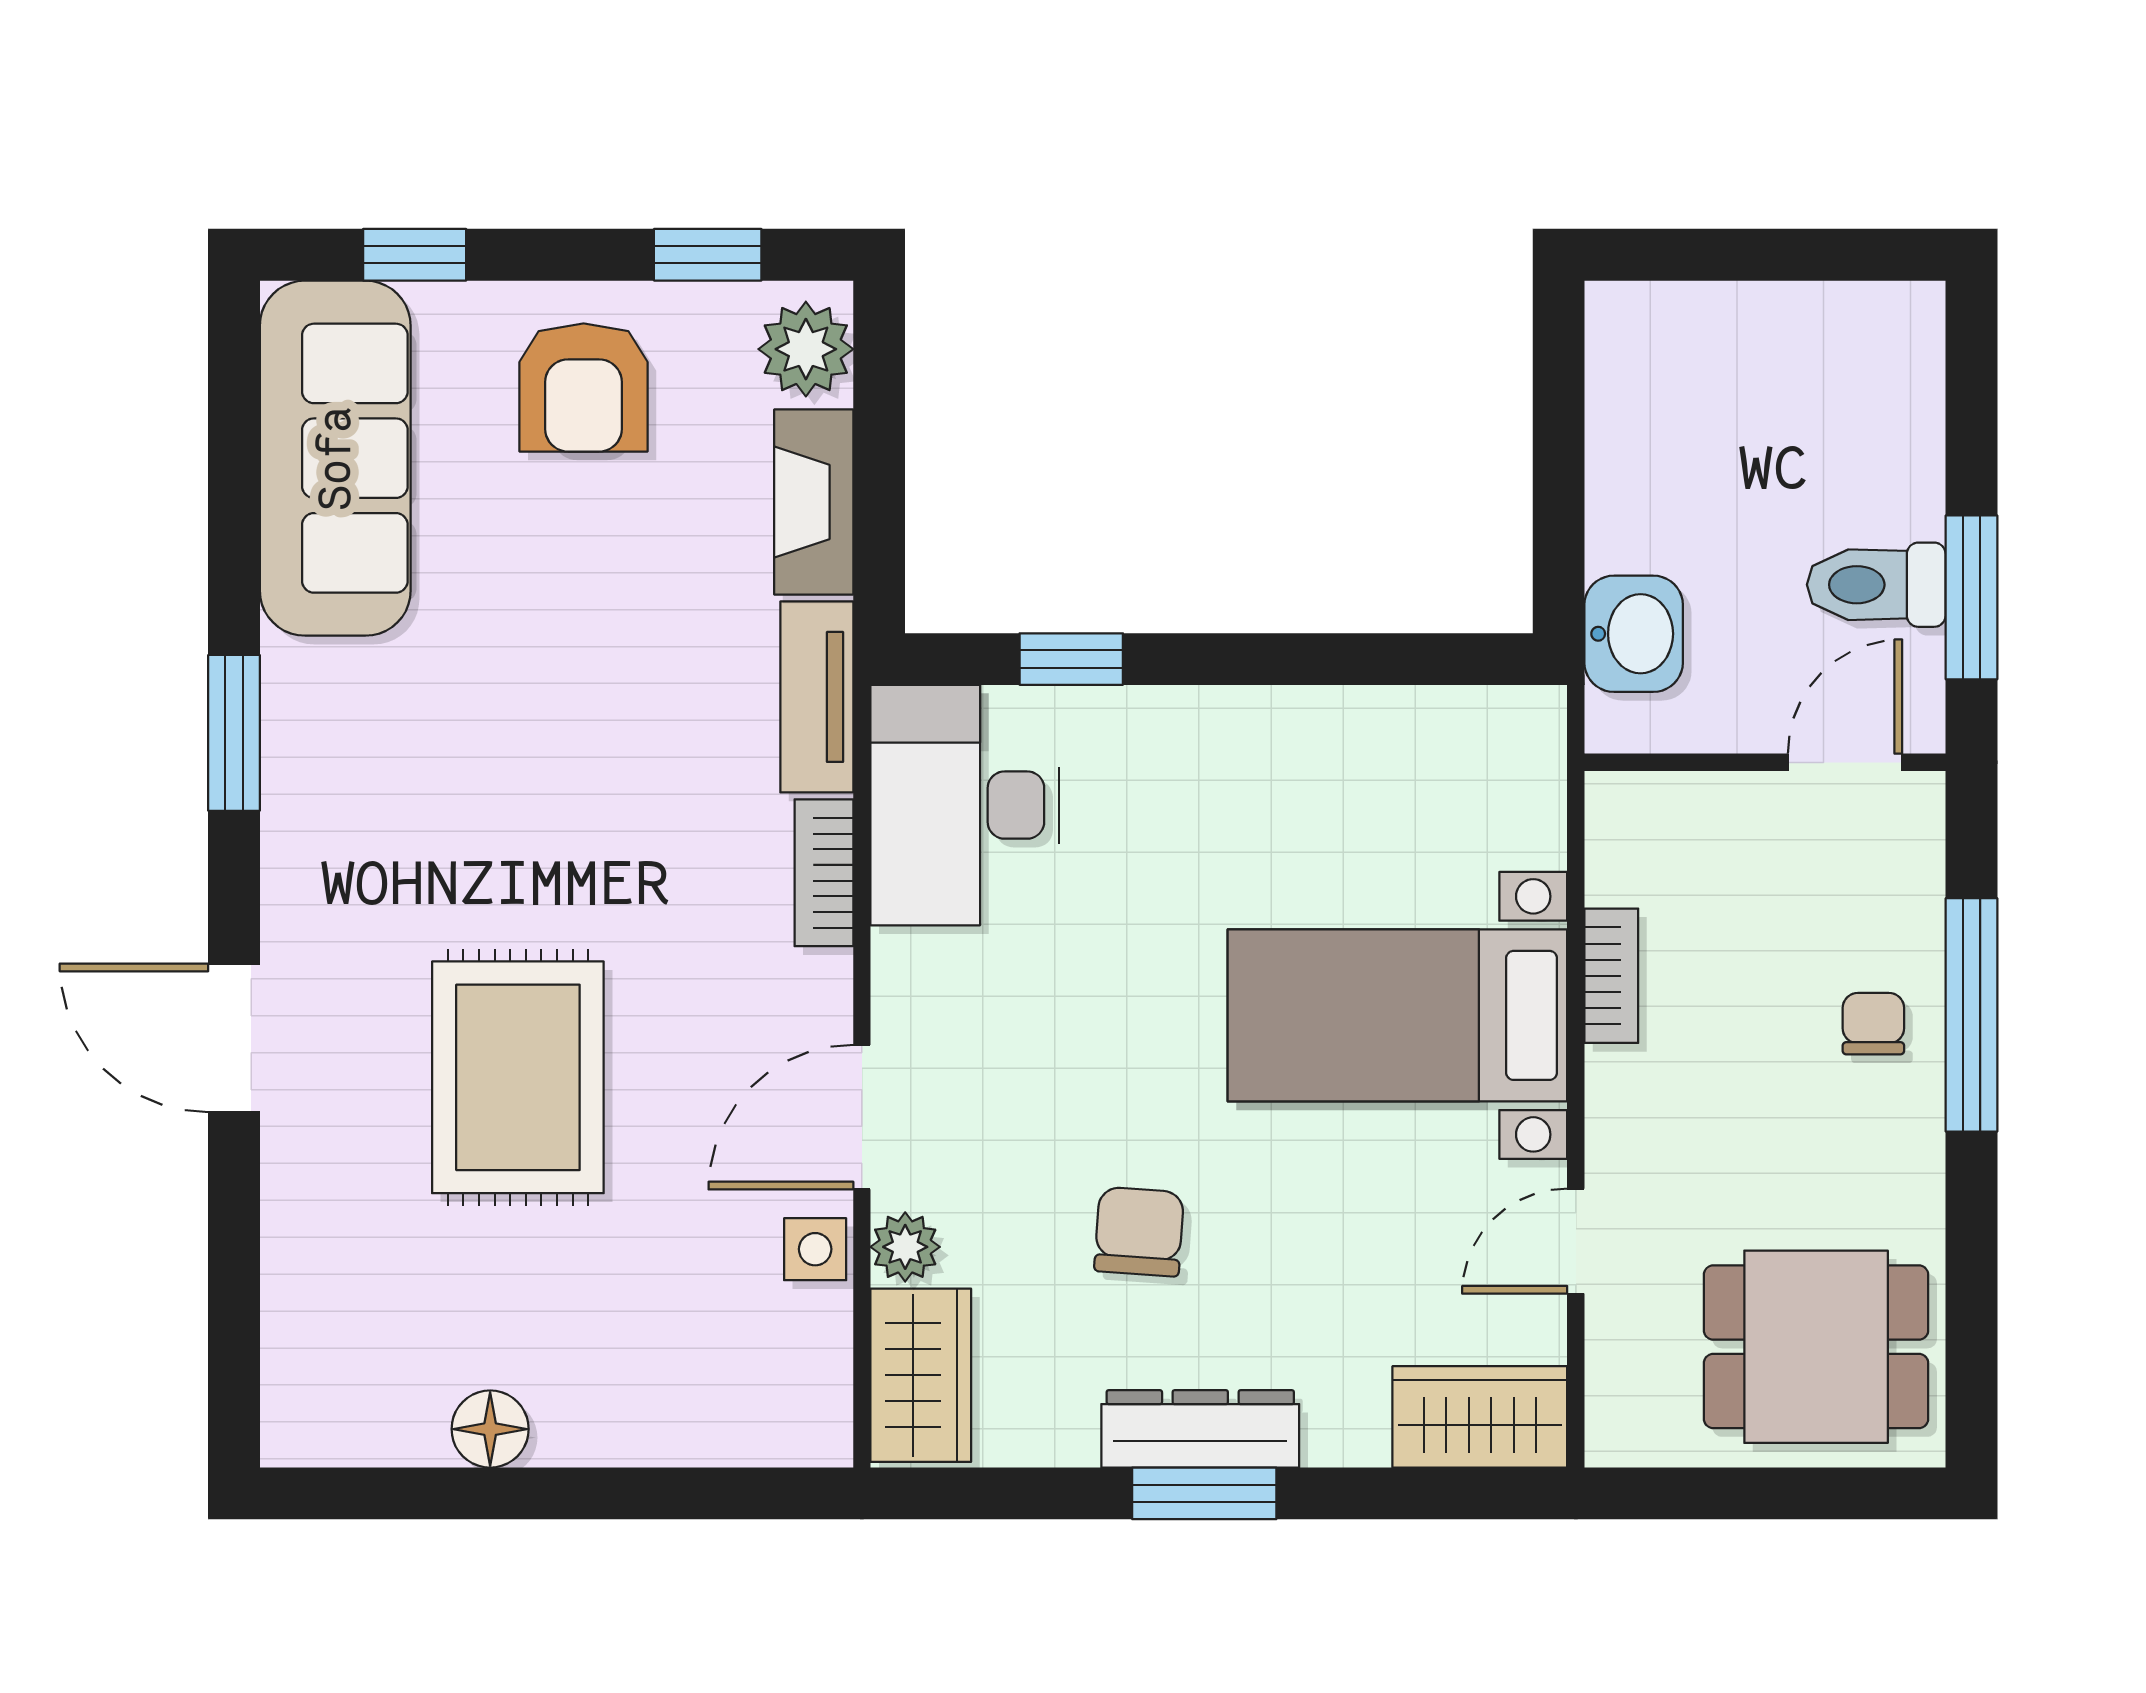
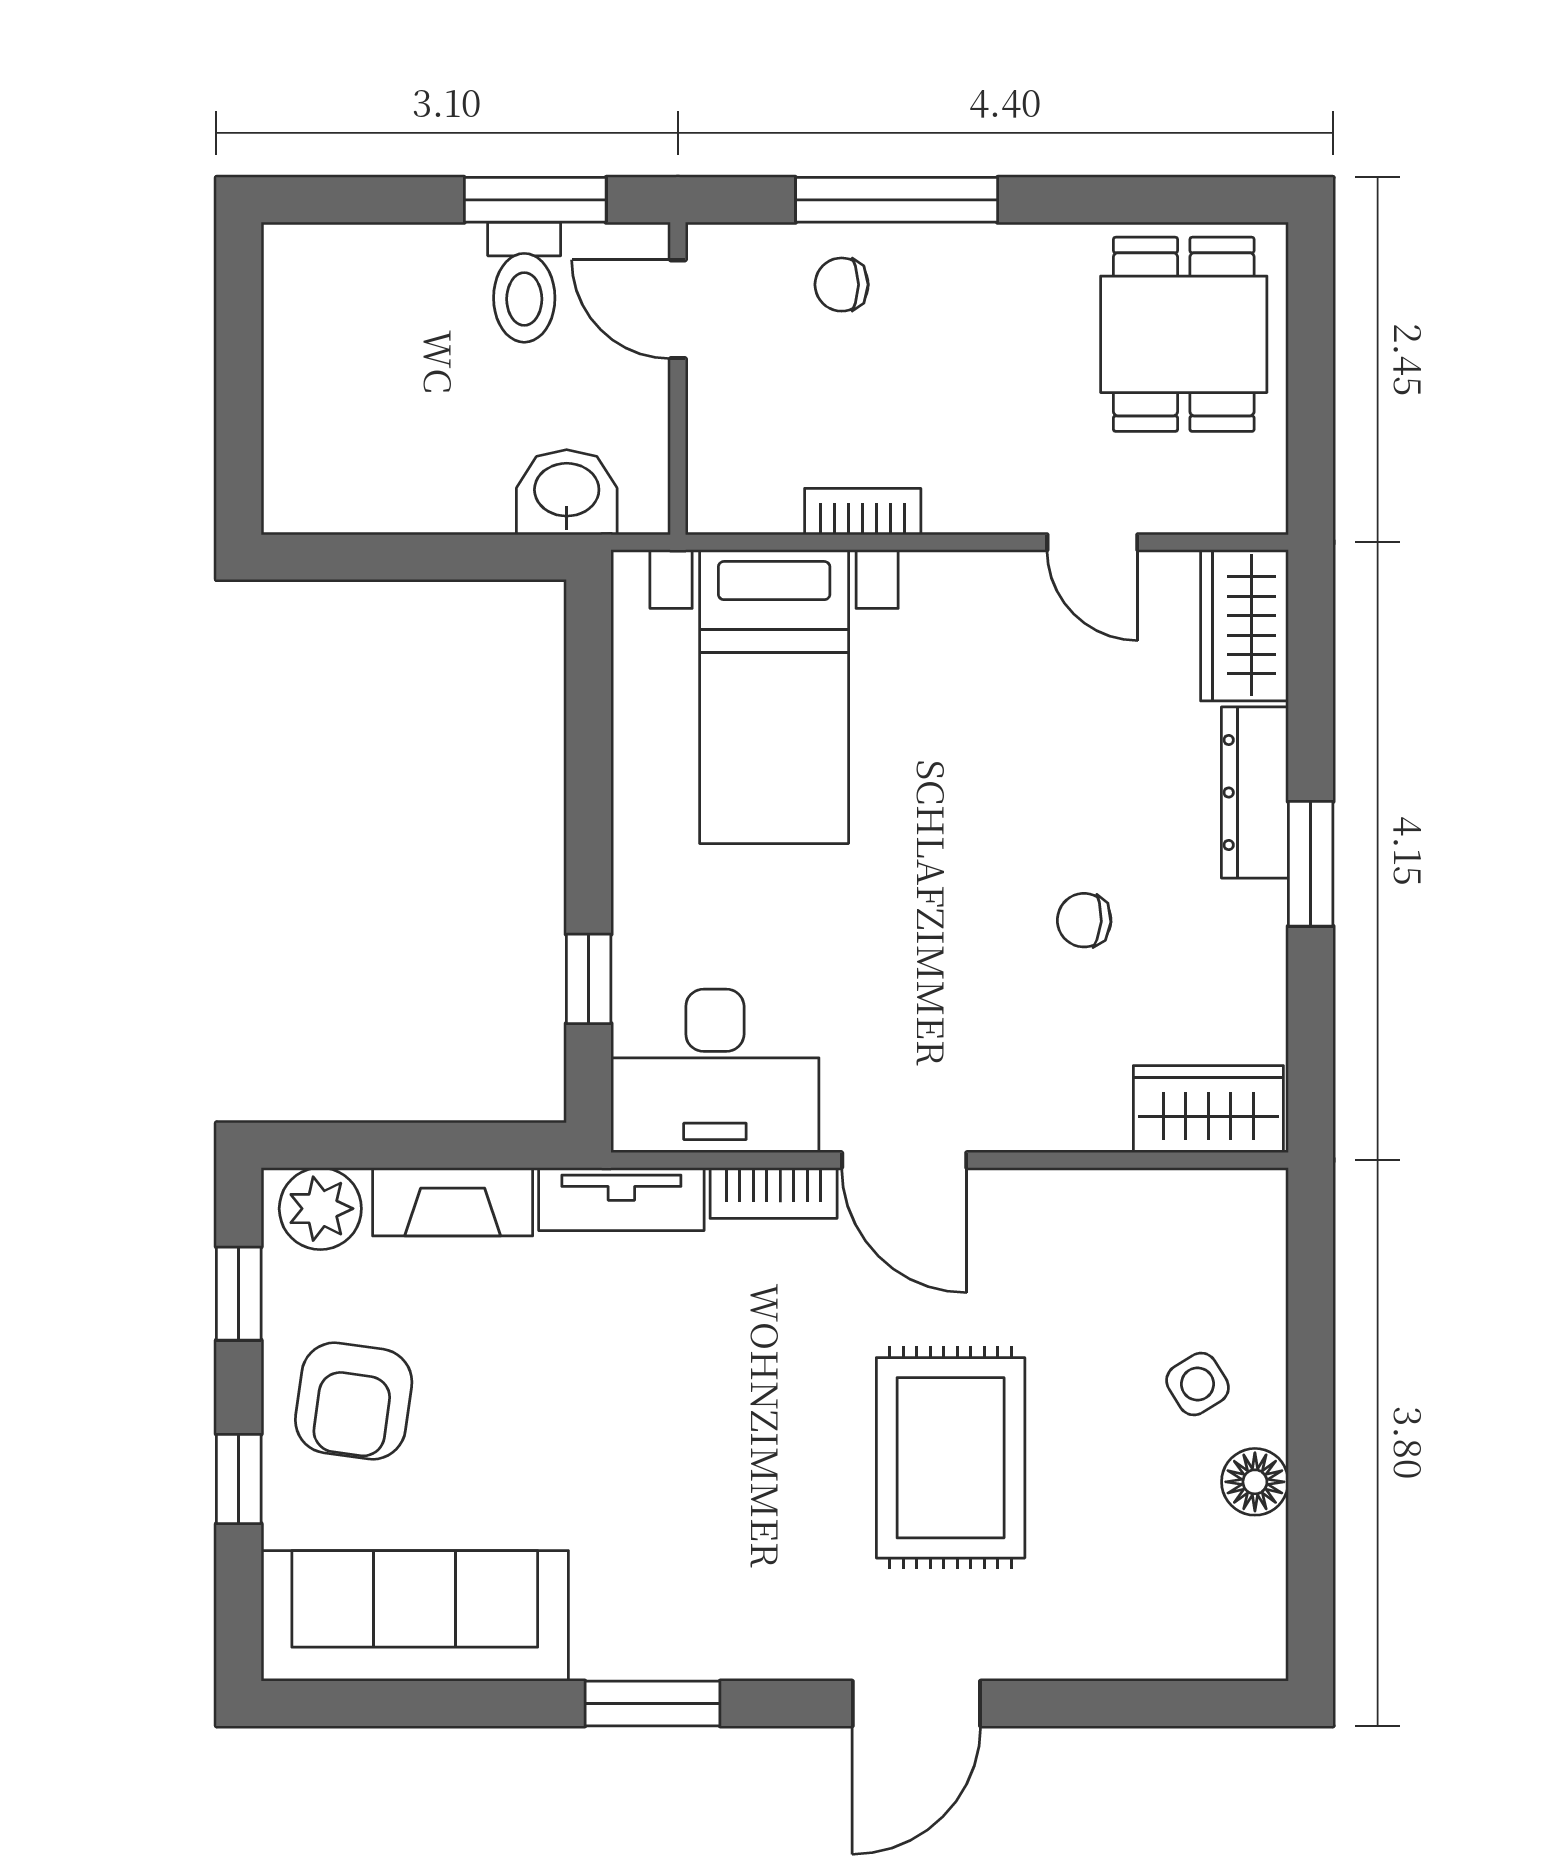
window: (415, 255) -> (239, 1479), moved
armchair: (584, 388) -> (354, 1401), turned 98
bed with nightstands: (1397, 1015) -> (774, 697), moved
chair: (1873, 1024) -> (842, 285), moved
rug: (518, 1077) -> (951, 1458), turned 90
door: (862, 1117) -> (904, 1160), moved
chair: (1139, 1232) -> (1084, 920), width x0.73, depth x0.73
plant: (905, 1247) -> (1097, 1123), removed
side table: (815, 1249) -> (1198, 1384), moved, turned -32
dresser: (1200, 1429) -> (1255, 792), moved

